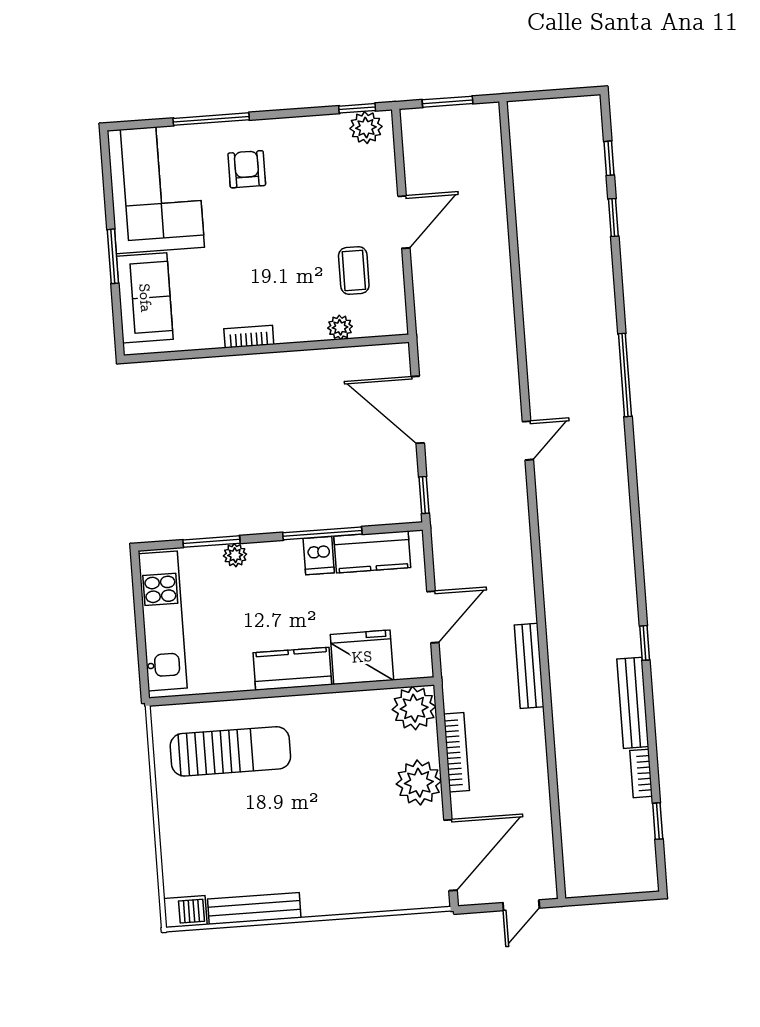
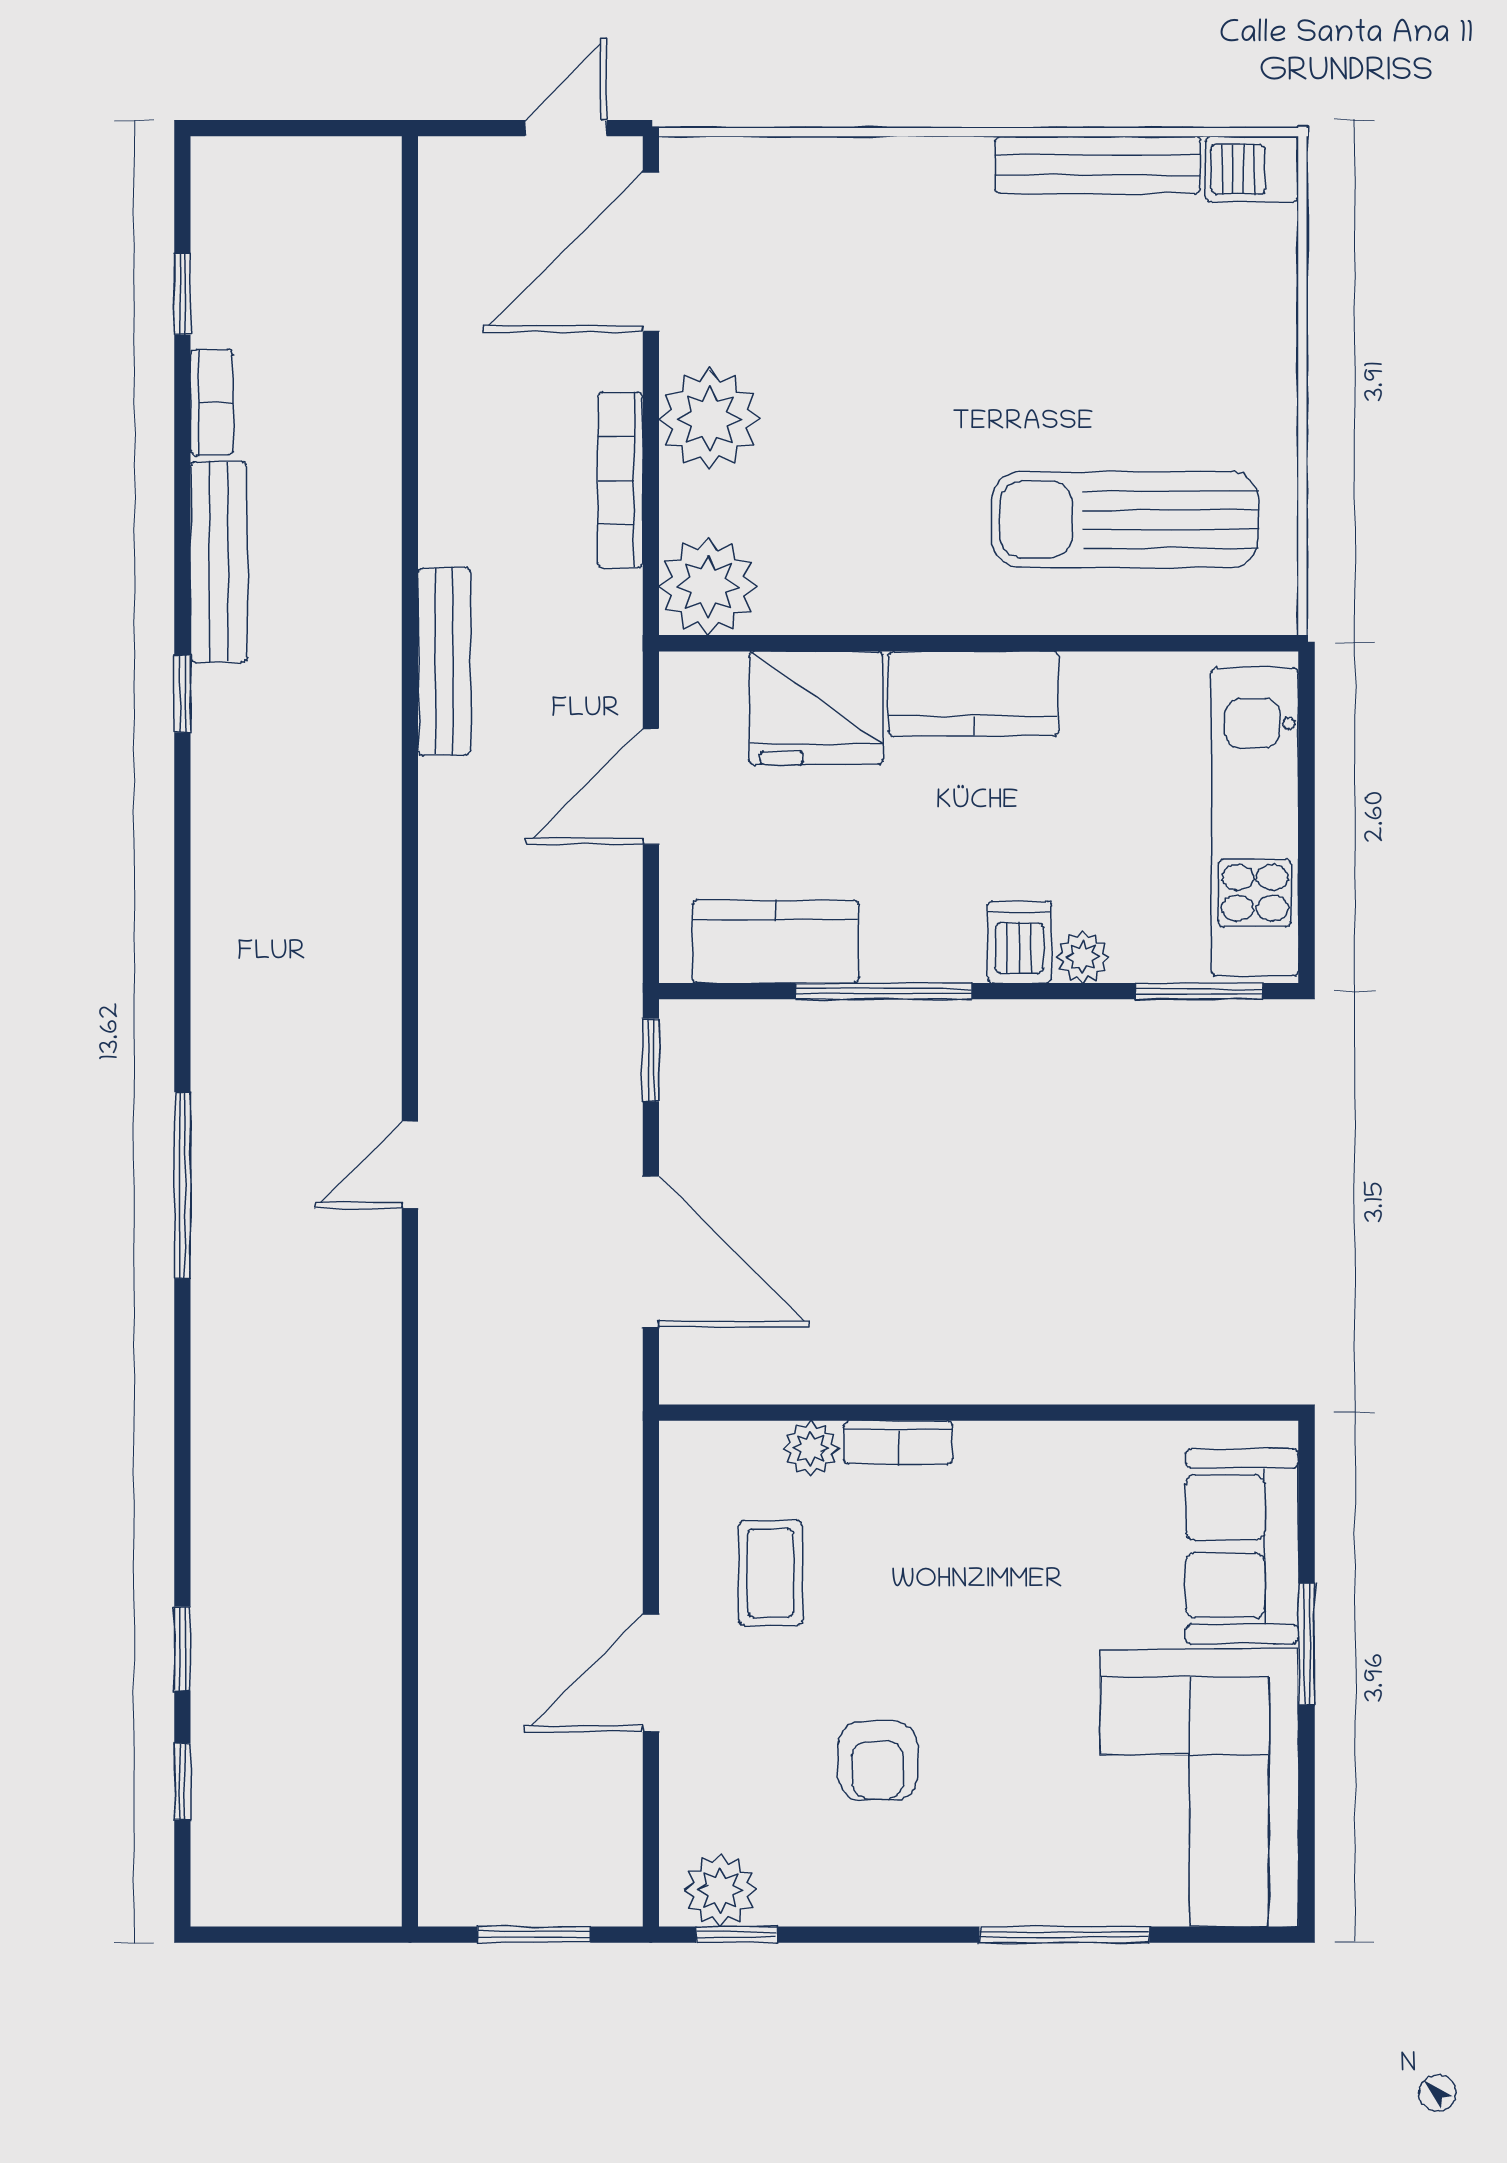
armchair: (247, 169) -> (878, 1761), moved
bookcase: (249, 337) -> (898, 1442), moved
window: (625, 375) -> (182, 1185), moved
window: (211, 542) -> (1199, 991), moved
dishwasher: (319, 556) -> (1019, 942), moved
door: (521, 905) -> (566, 128), moved

